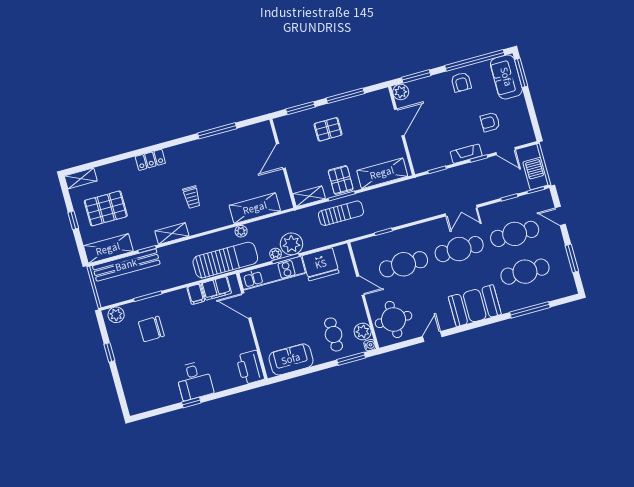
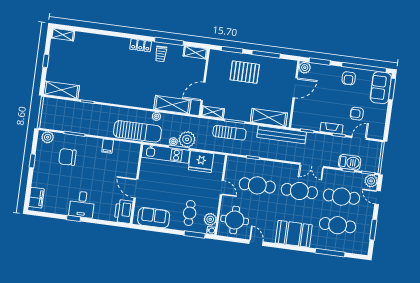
pallet: (328, 129) -> (245, 72), width x1.50, depth x1.42
door: (506, 151) -> (359, 138), swing flipped
door: (281, 156) -> (203, 92), moved
locker: (150, 160) -> (141, 45), moved
barbecue: (536, 173) -> (350, 162), moved, turned 90
pallet: (341, 180) -> (239, 110), removed
trolley: (192, 197) -> (161, 54), moved
plant: (543, 199) -> (371, 181), added
pallet: (106, 208) -> (71, 62), removed
shelving: (172, 233) -> (195, 52), moved
bench: (126, 265) -> (282, 135), moved
filing cabinet: (216, 288) -> (36, 198), moved, turned -90
door: (246, 306) -> (136, 188), moved
door: (432, 337) -> (256, 243), hinge flipped

